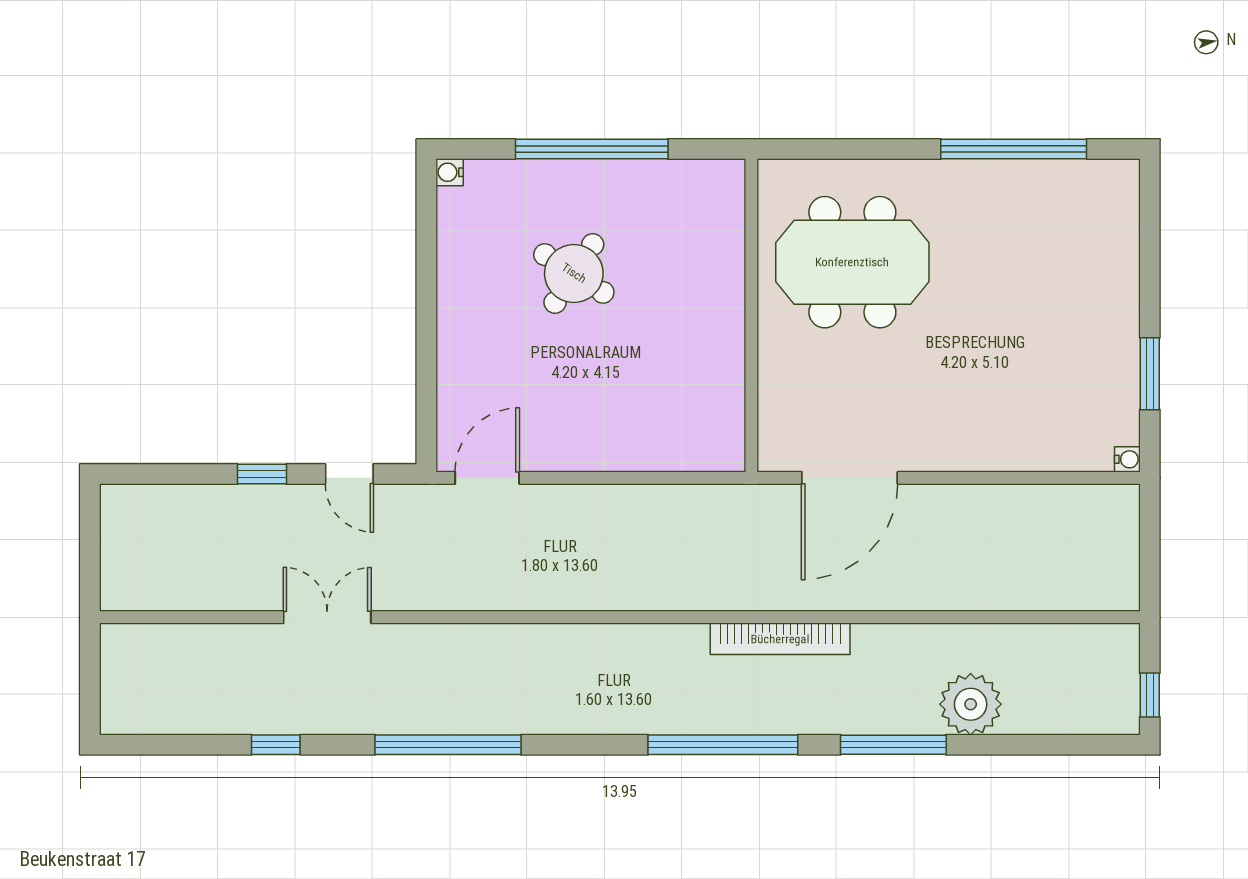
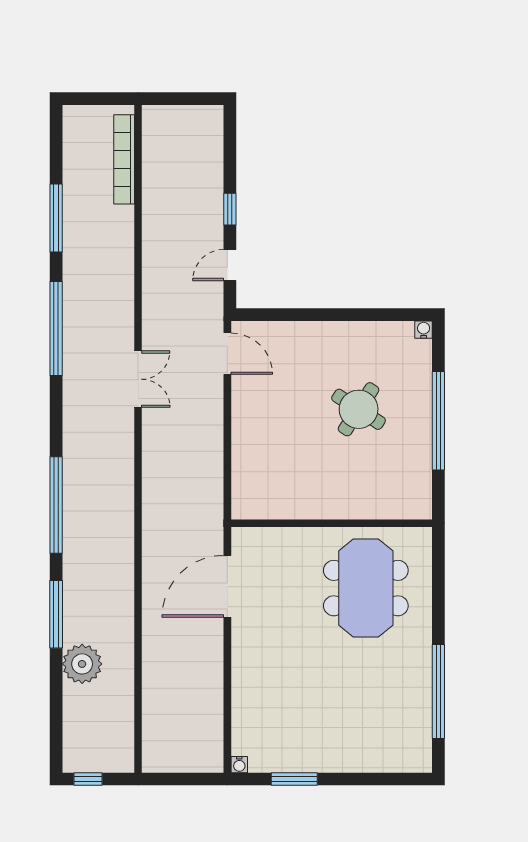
door: (850, 478) -> (227, 586), hinge flipped
double door: (327, 617) -> (138, 379), moved
bookcase: (780, 639) -> (124, 159), moved
window: (276, 745) -> (56, 218), width x2.17

